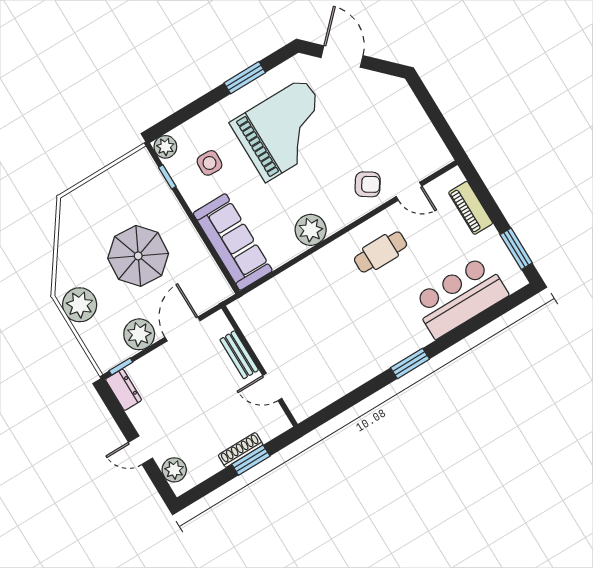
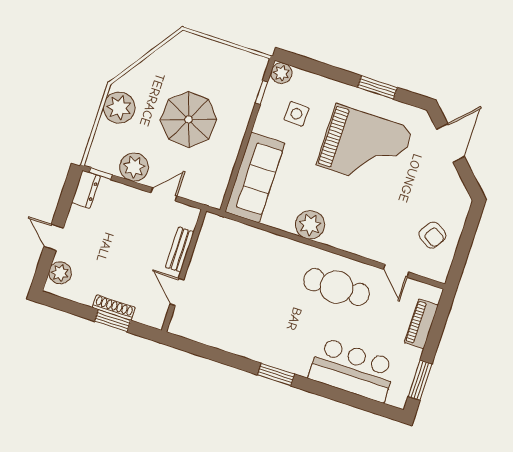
armchair: (368, 184) -> (432, 235), moved
cafe table: (381, 252) -> (336, 287), width x1.37, depth x1.35
door: (183, 329) -> (164, 194), width x0.73

